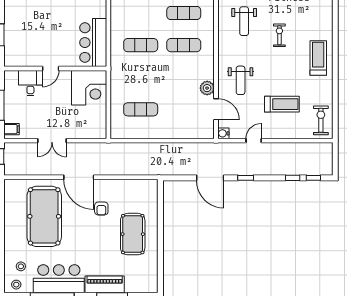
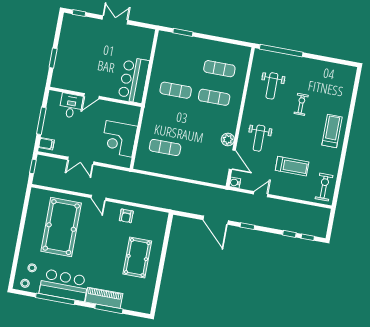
corner desk: (89, 88) -> (119, 139), moved, turned 90
door: (79, 177) -> (98, 198), width x0.53
armchair: (101, 208) -> (126, 216), moved

